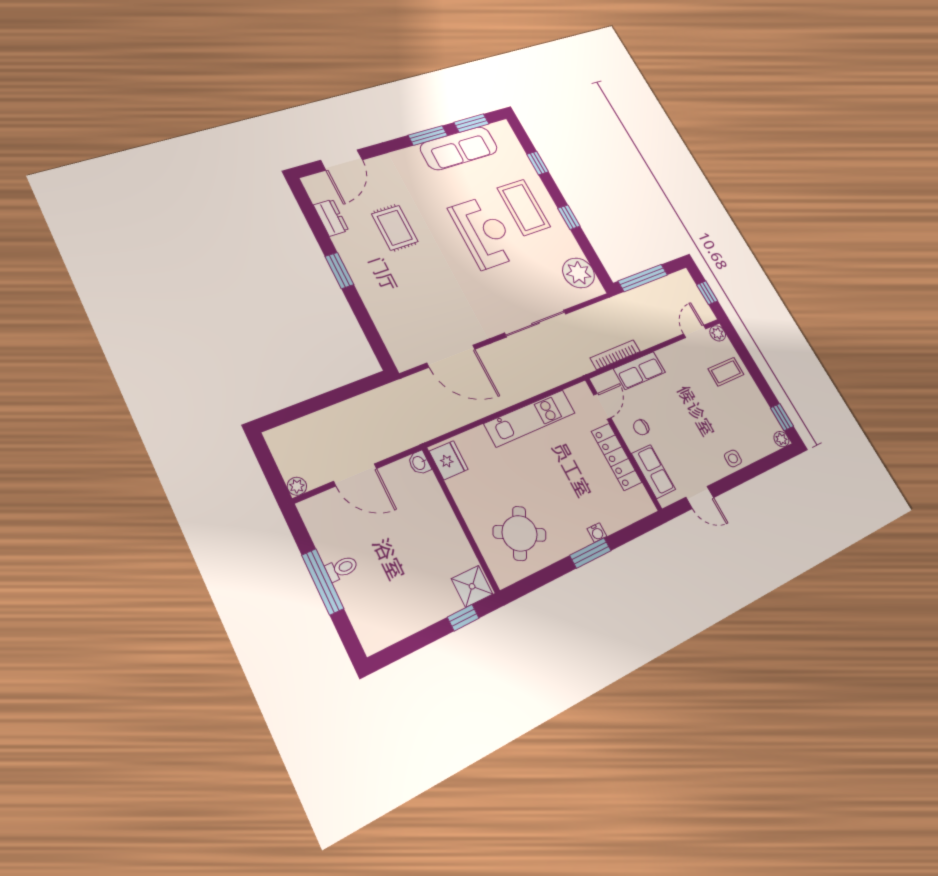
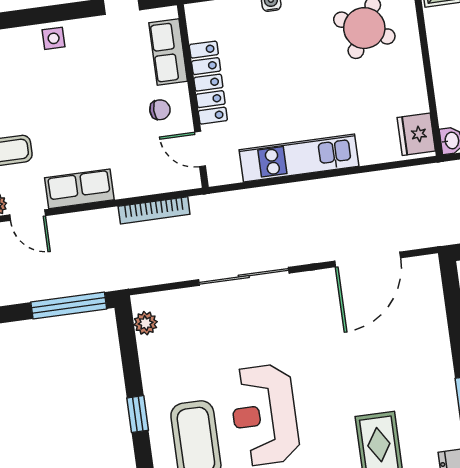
plant: (579, 273) -> (146, 323), width x0.53, depth x0.53
door: (695, 331) -> (28, 215), hinge flipped
door: (451, 356) -> (368, 259), swing flipped
row of seats: (639, 371) -> (79, 189), moved
door: (602, 406) -> (200, 149), hinge flipped

